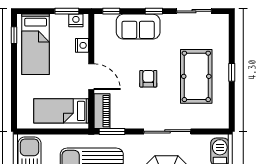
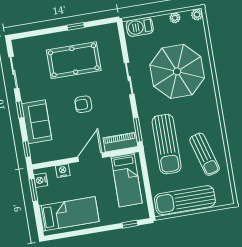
window: (14, 35) -> (130, 224), moved
window: (232, 72) -> (76, 26), moved
sliding door: (167, 131) -> (129, 78), width x0.73

